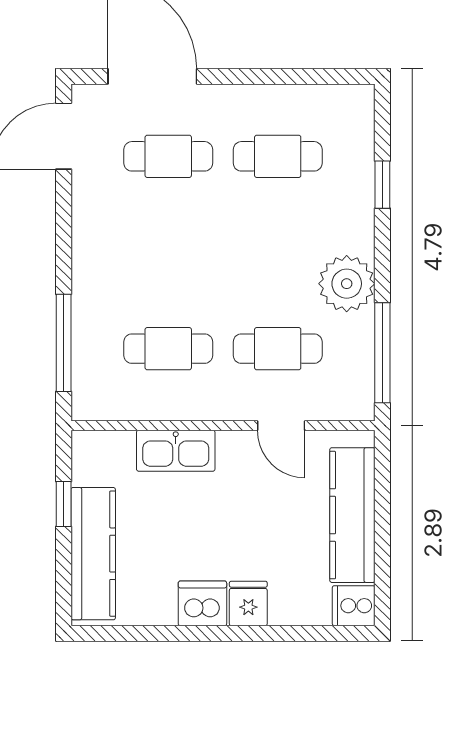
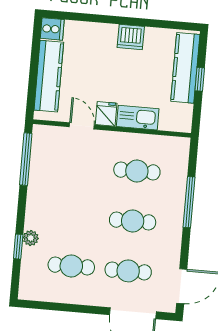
plant: (347, 284) -> (31, 238), moved, width x0.53, depth x0.53
window: (64, 343) -> (189, 202), moved
cafe table: (278, 349) -> (133, 221), moved
window: (64, 504) -> (200, 79), moved
fridge: (248, 603) -> (106, 114), moved, turned 180

